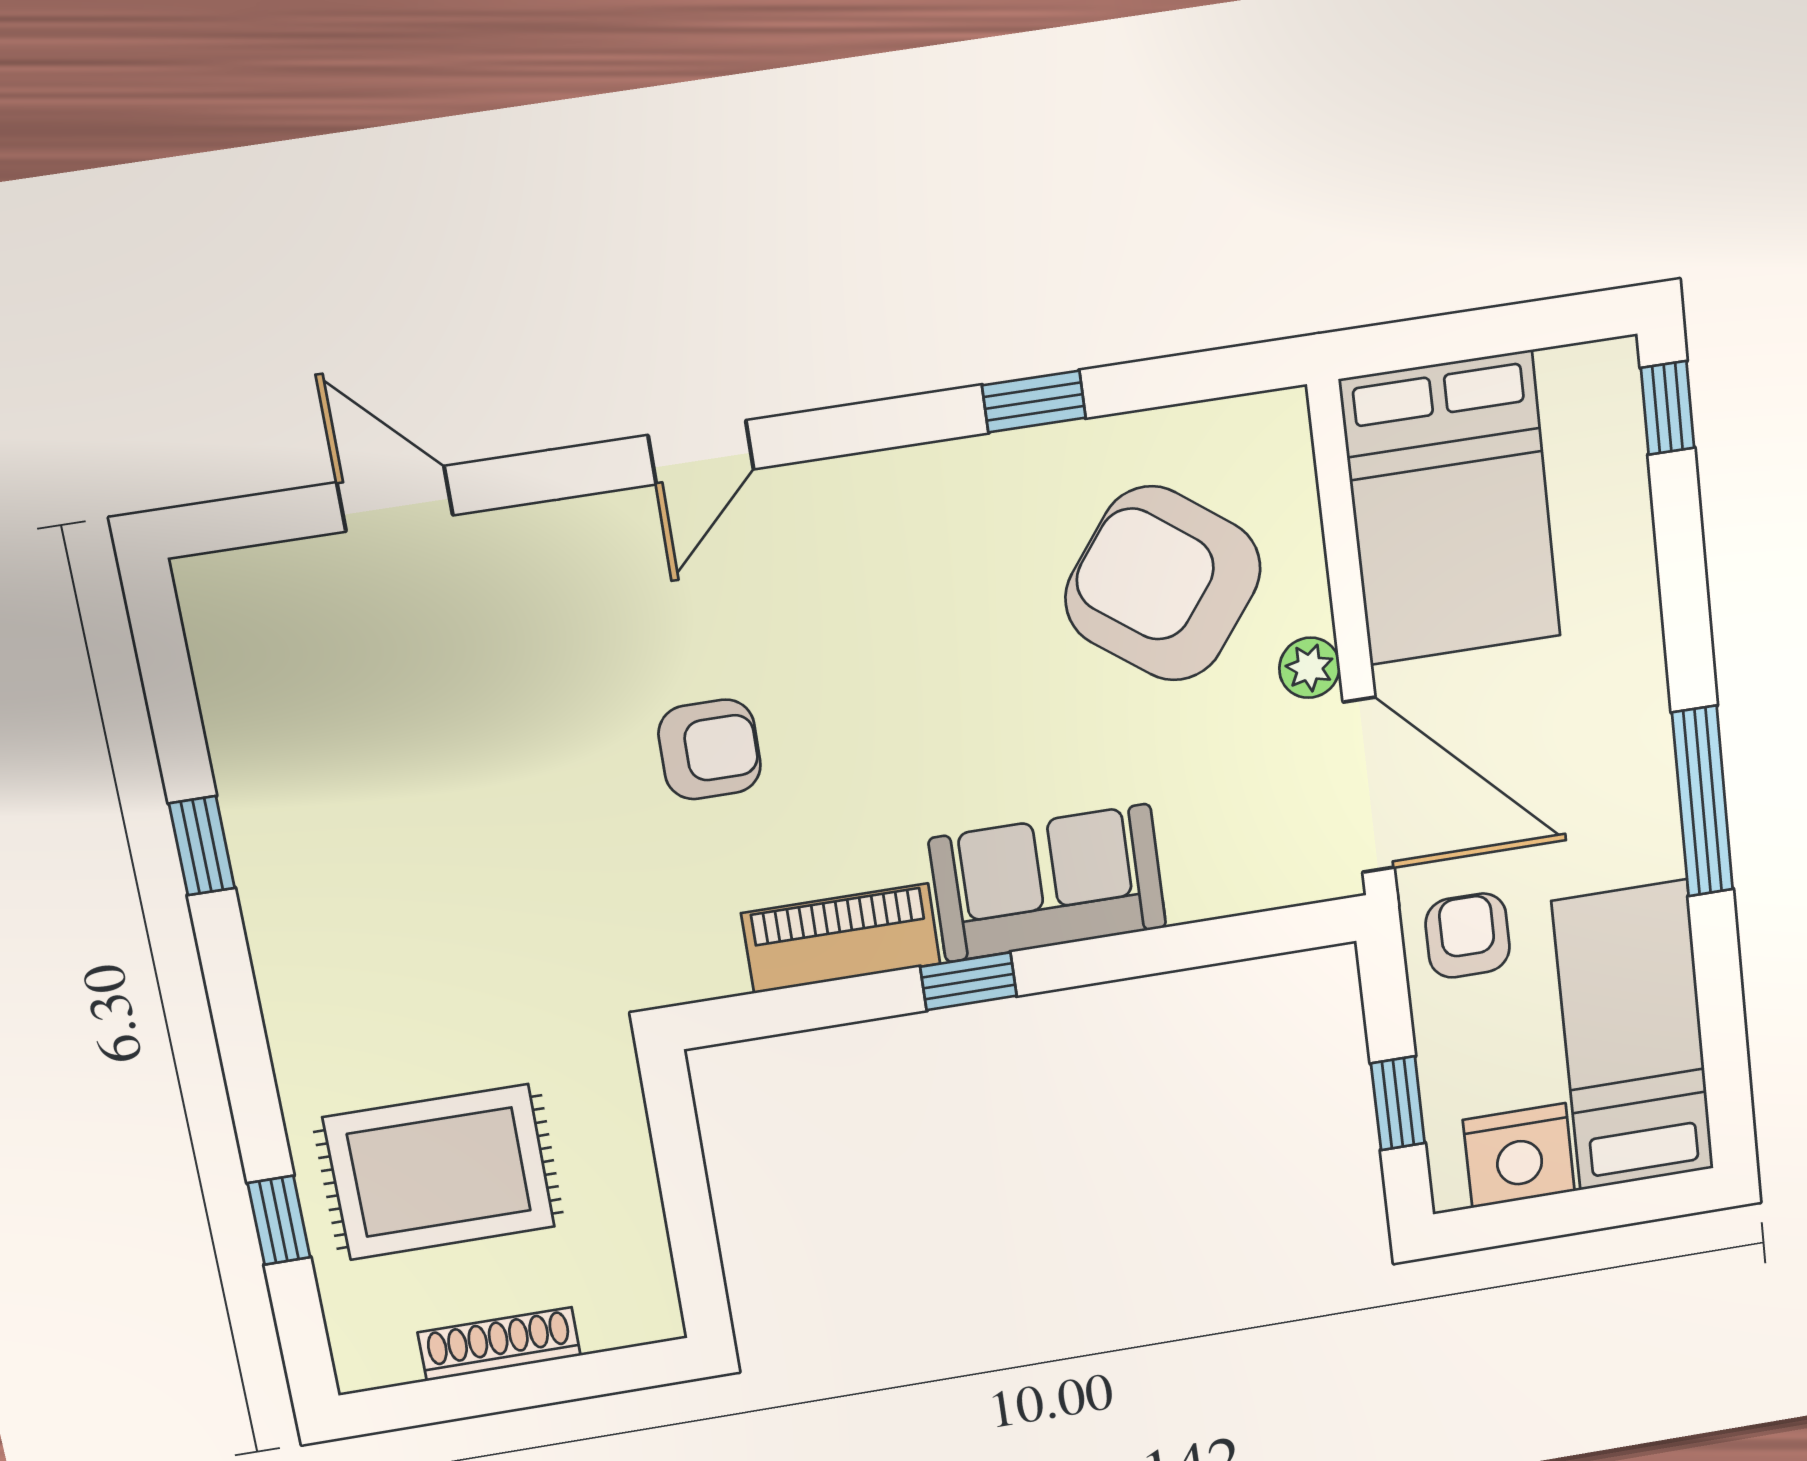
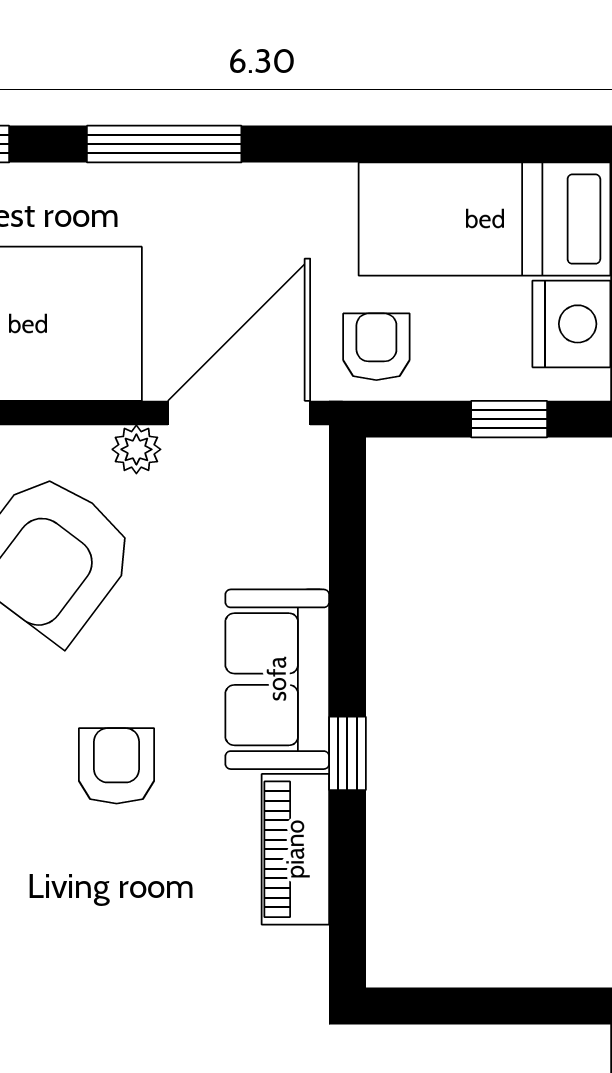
armchair: (710, 749) -> (117, 766), moved
window: (1702, 801) -> (164, 144), moved
armchair: (1468, 936) -> (376, 347), turned 90

